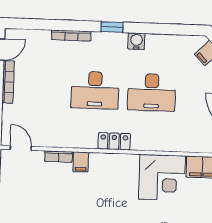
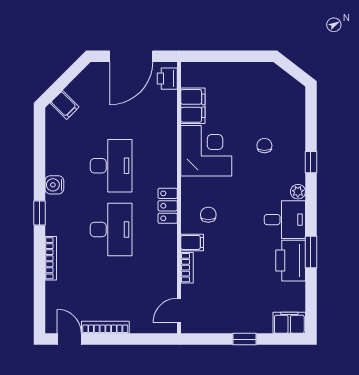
chair: (105, 177) -> (208, 215), added

